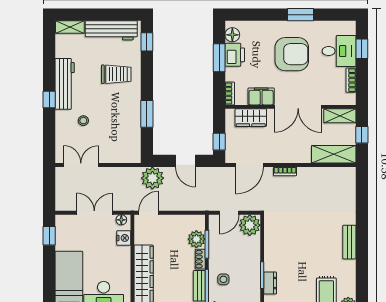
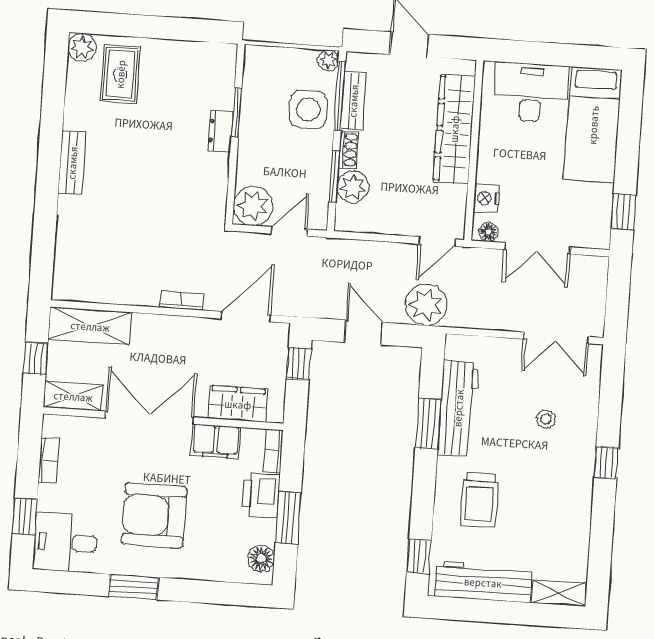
desk: (339, 51) -> (65, 542), moved
printer: (235, 55) -> (261, 495), moved
trolley: (116, 74) -> (480, 500), turned -90
workbench: (65, 84) -> (458, 408), moved, turned 180
side table: (223, 279) -> (308, 110), width x1.87, depth x1.87
dresser: (270, 283) -> (220, 131), moved

